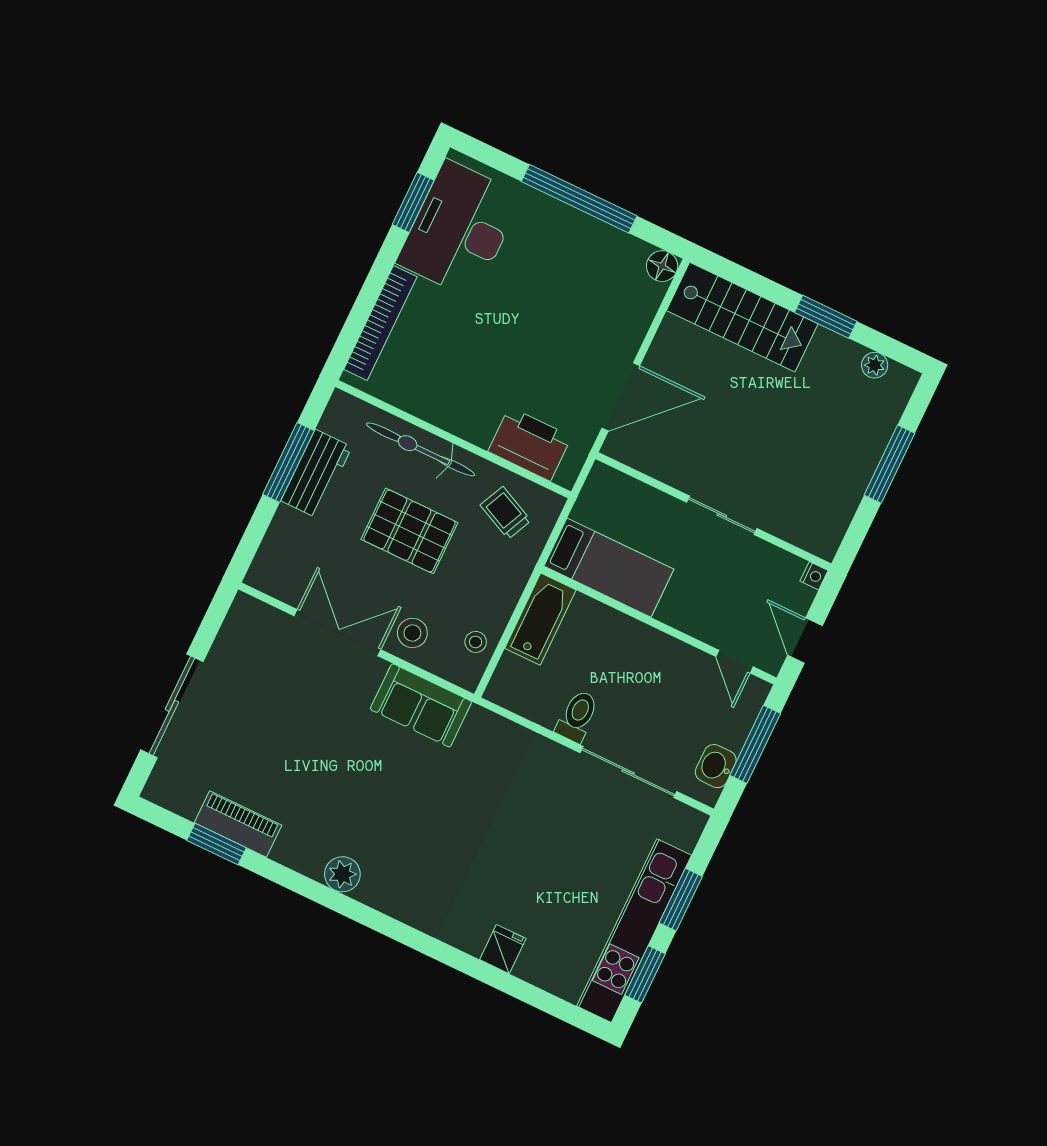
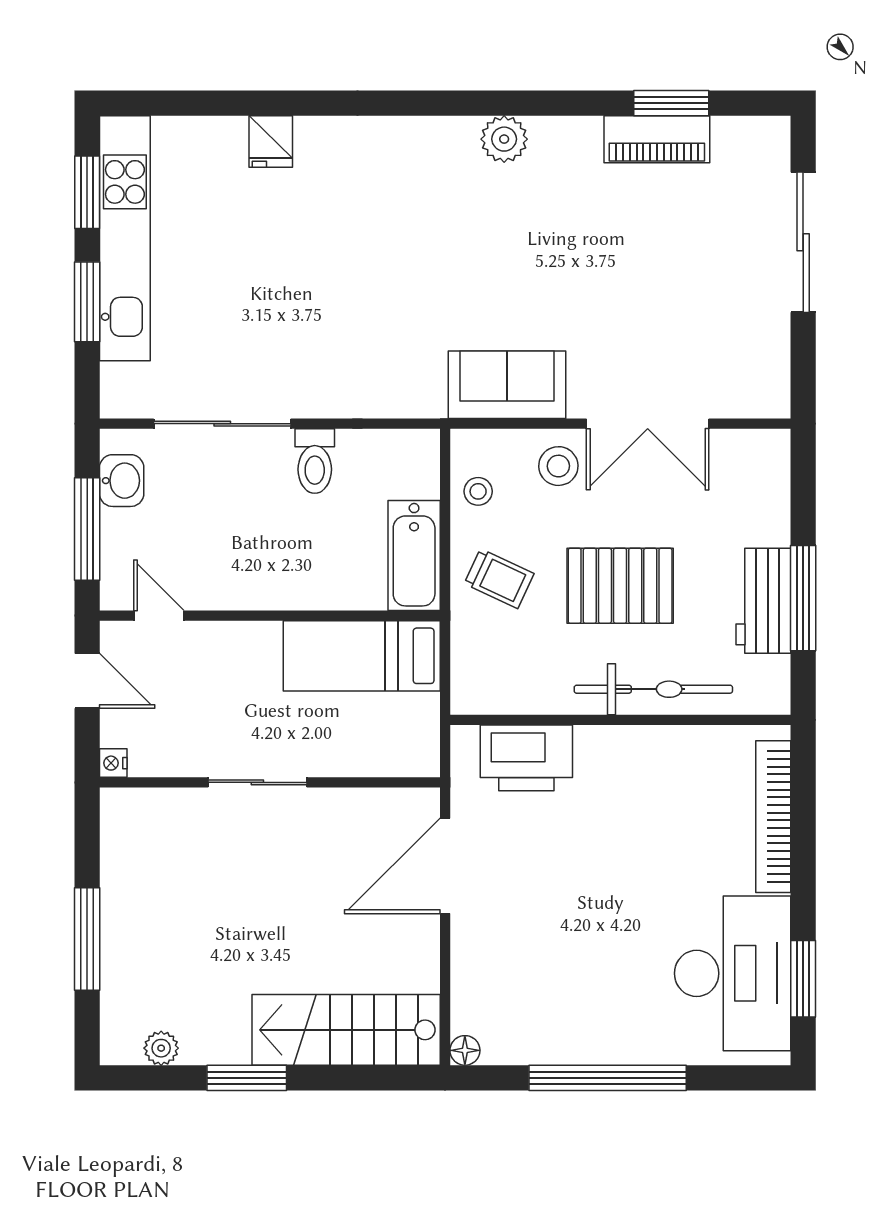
floor lamp: (662, 266) -> (465, 1050), width x0.73, depth x0.73
trolley: (506, 513) -> (499, 579), moved

